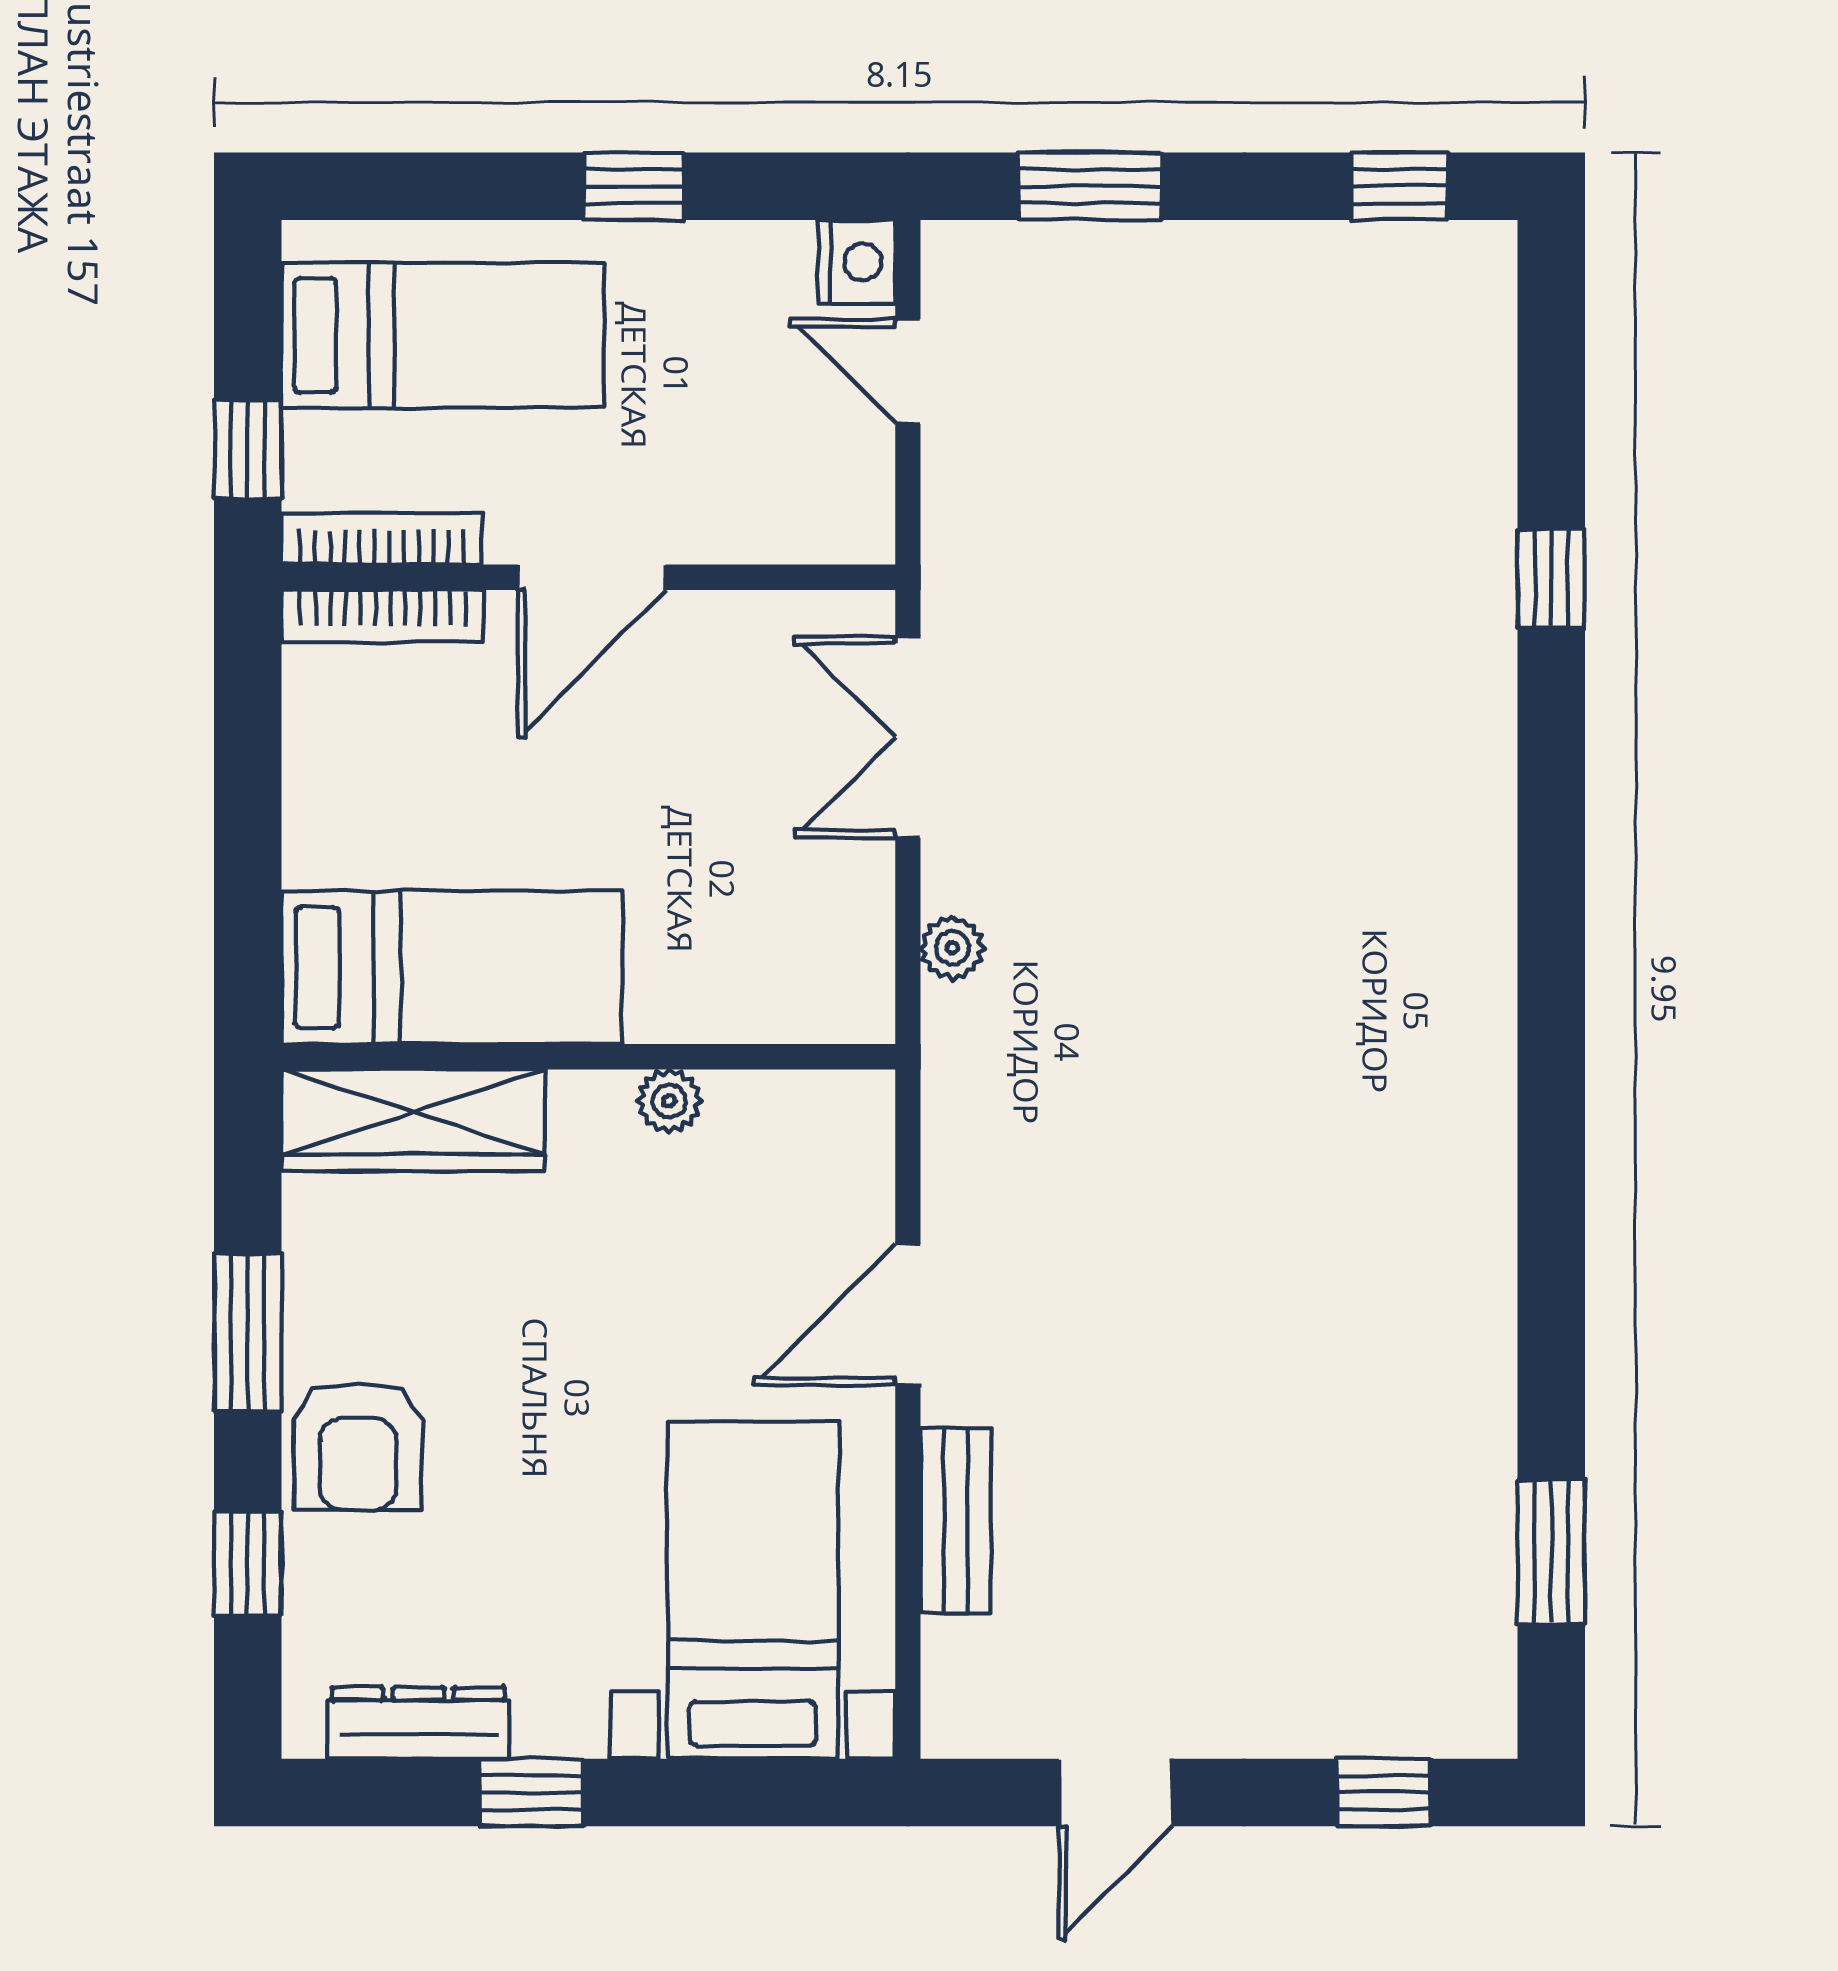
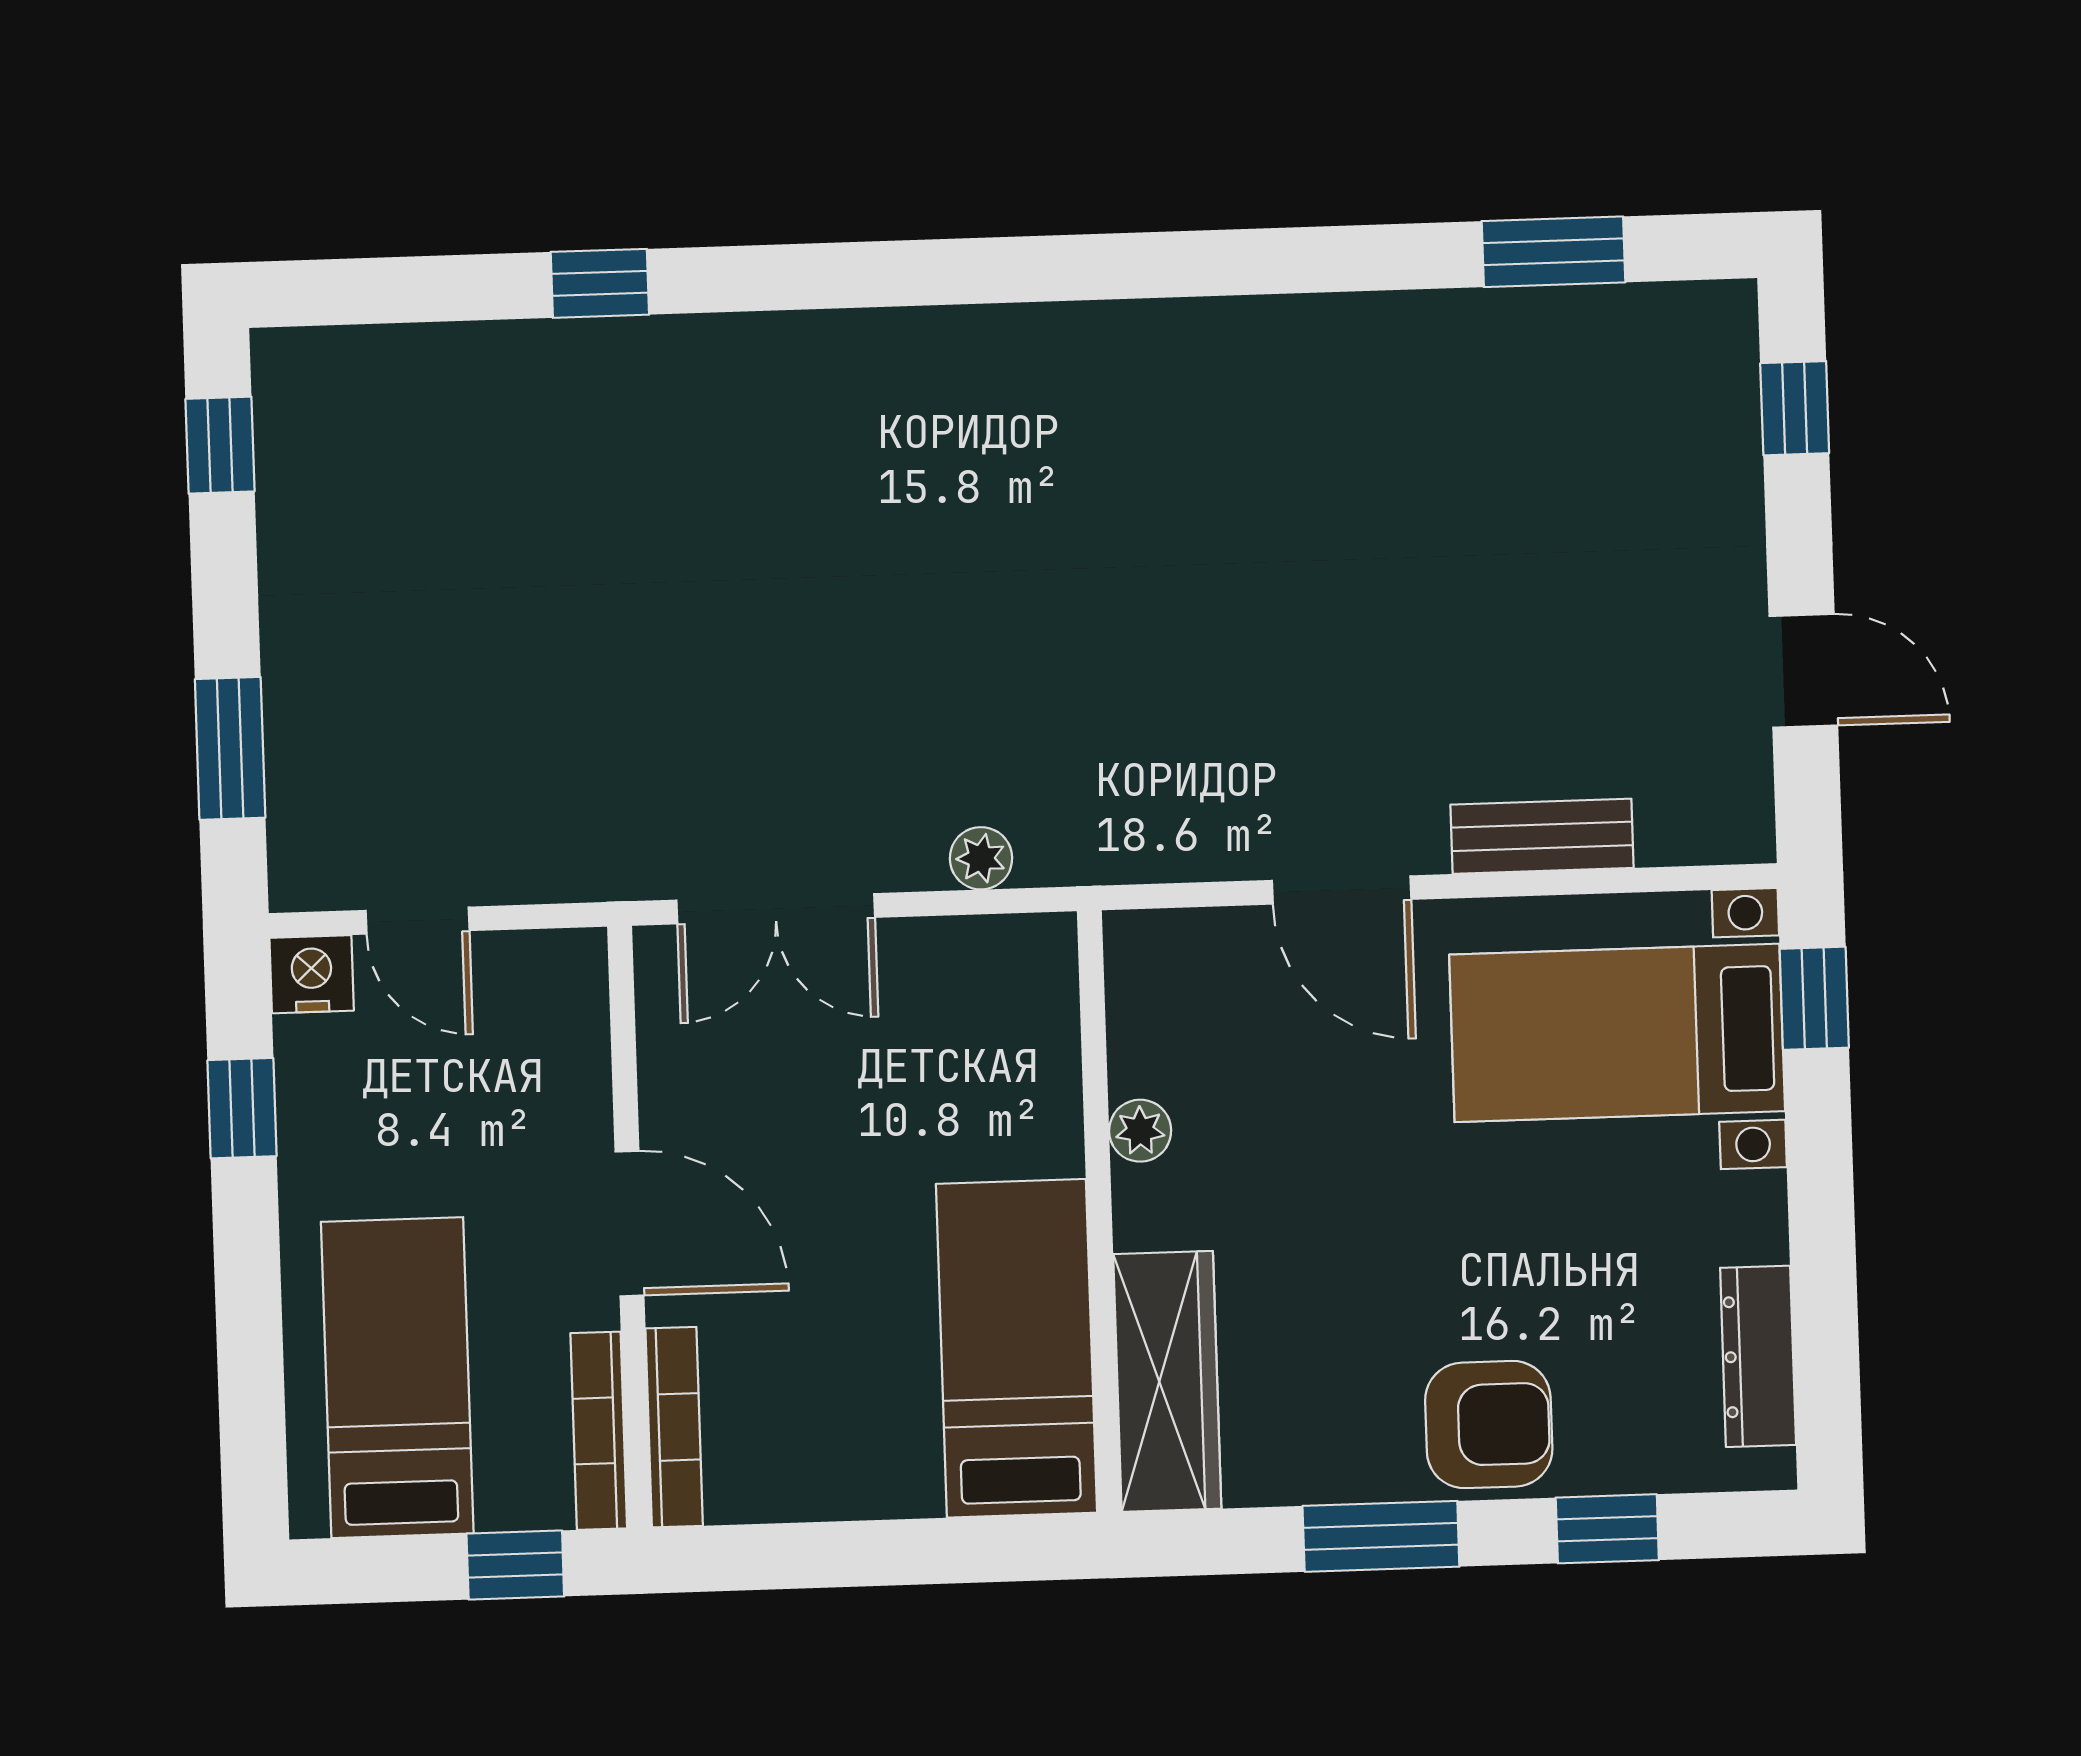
window: (634, 186) -> (242, 1108), moved
door: (908, 372) -> (418, 921), hinge flipped
window: (531, 1792) -> (1814, 998), moved

